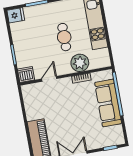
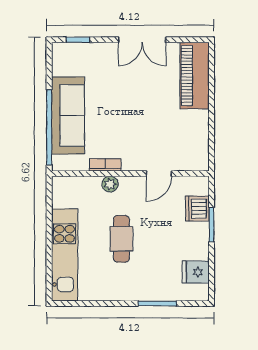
fridge: (16, 15) -> (196, 272), moved
plant: (80, 63) -> (110, 184), width x0.53, depth x0.53
dishwasher: (26, 74) -> (197, 209), moved, turned 90

